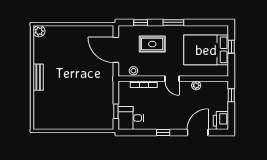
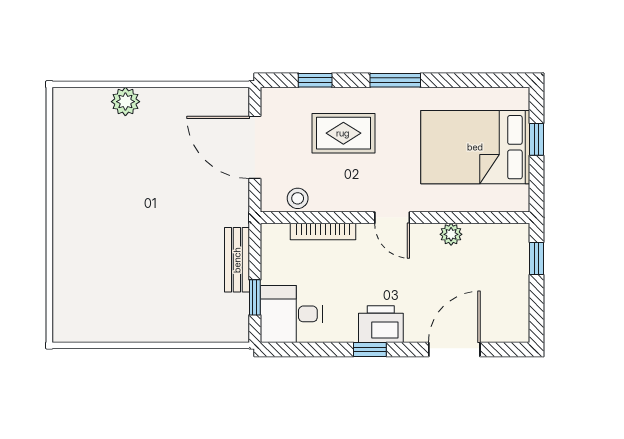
plant: (39, 31) -> (125, 102), moved
bench: (38, 77) -> (237, 260), moved
printer: (221, 121) -> (381, 324), moved, turned 90

